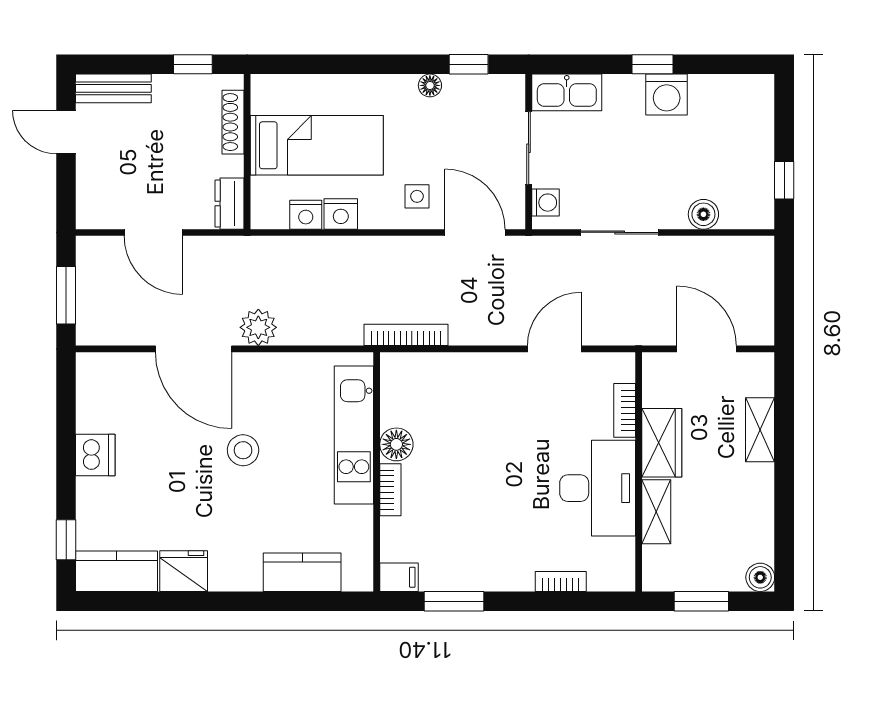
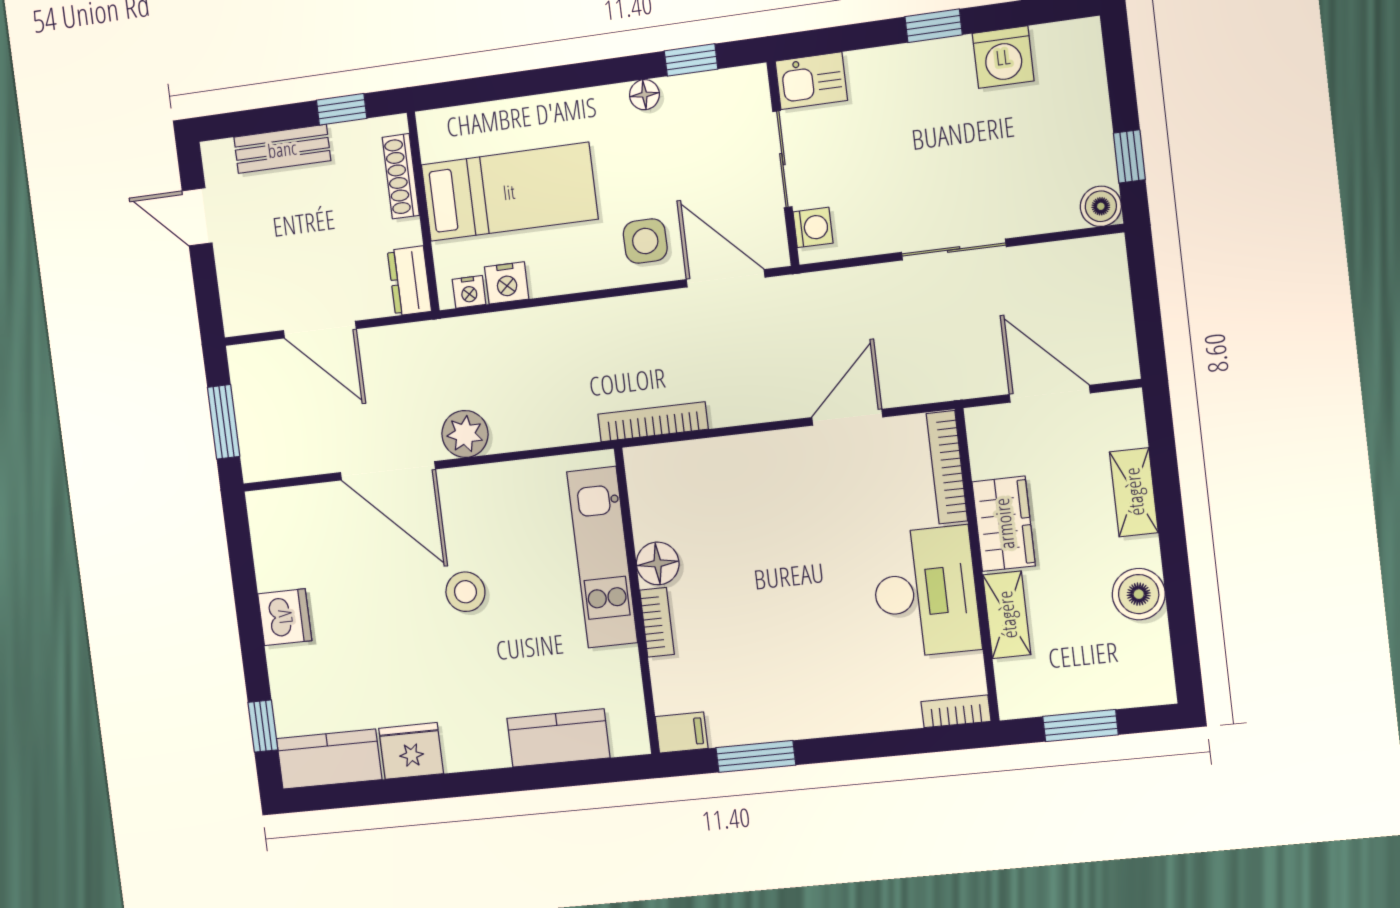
bench: (113, 88) -> (282, 149), moved
kitchen sink: (567, 92) -> (811, 81), width x0.73
washing machine: (667, 95) -> (1003, 57), moved
side table: (417, 196) -> (645, 241), width x1.37, depth x1.37
nightstand: (341, 214) -> (469, 292), moved, width x0.72, depth x0.74
boiler: (703, 214) -> (1101, 206), moved
sliding door: (620, 232) -> (954, 250), moved
bookcase: (625, 410) -> (947, 467), width x1.56
boiler: (760, 577) -> (1139, 594), moved, width x1.36, depth x1.36
bookcase: (561, 581) -> (956, 711), moved

